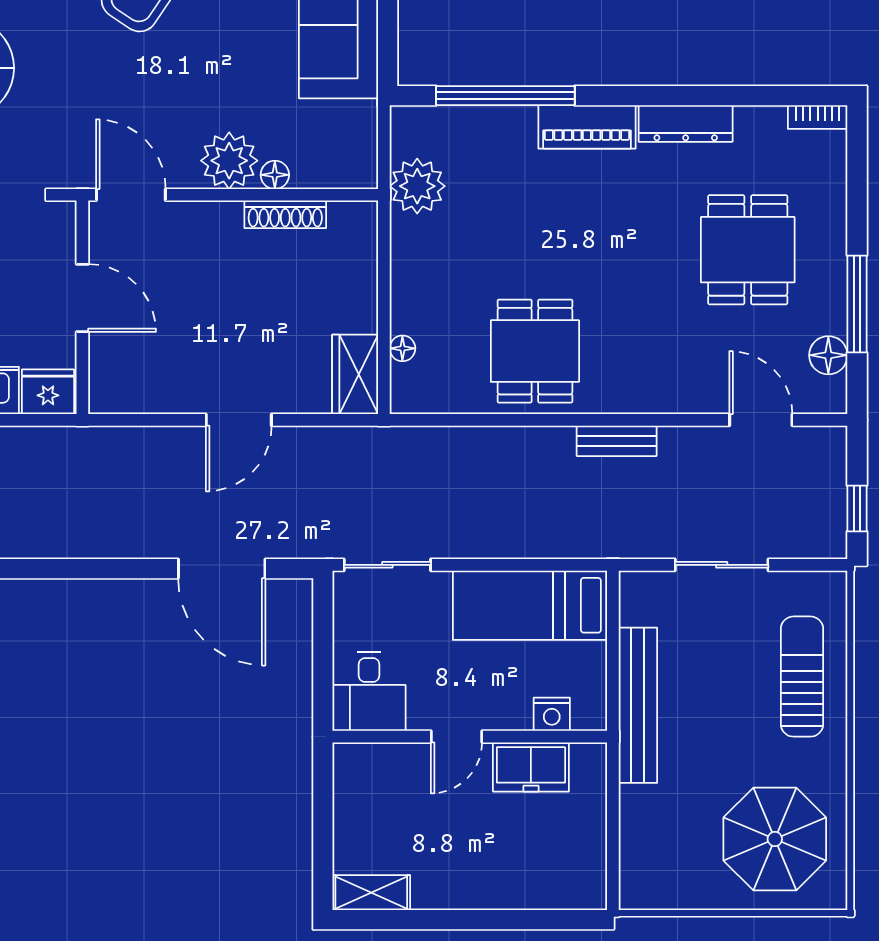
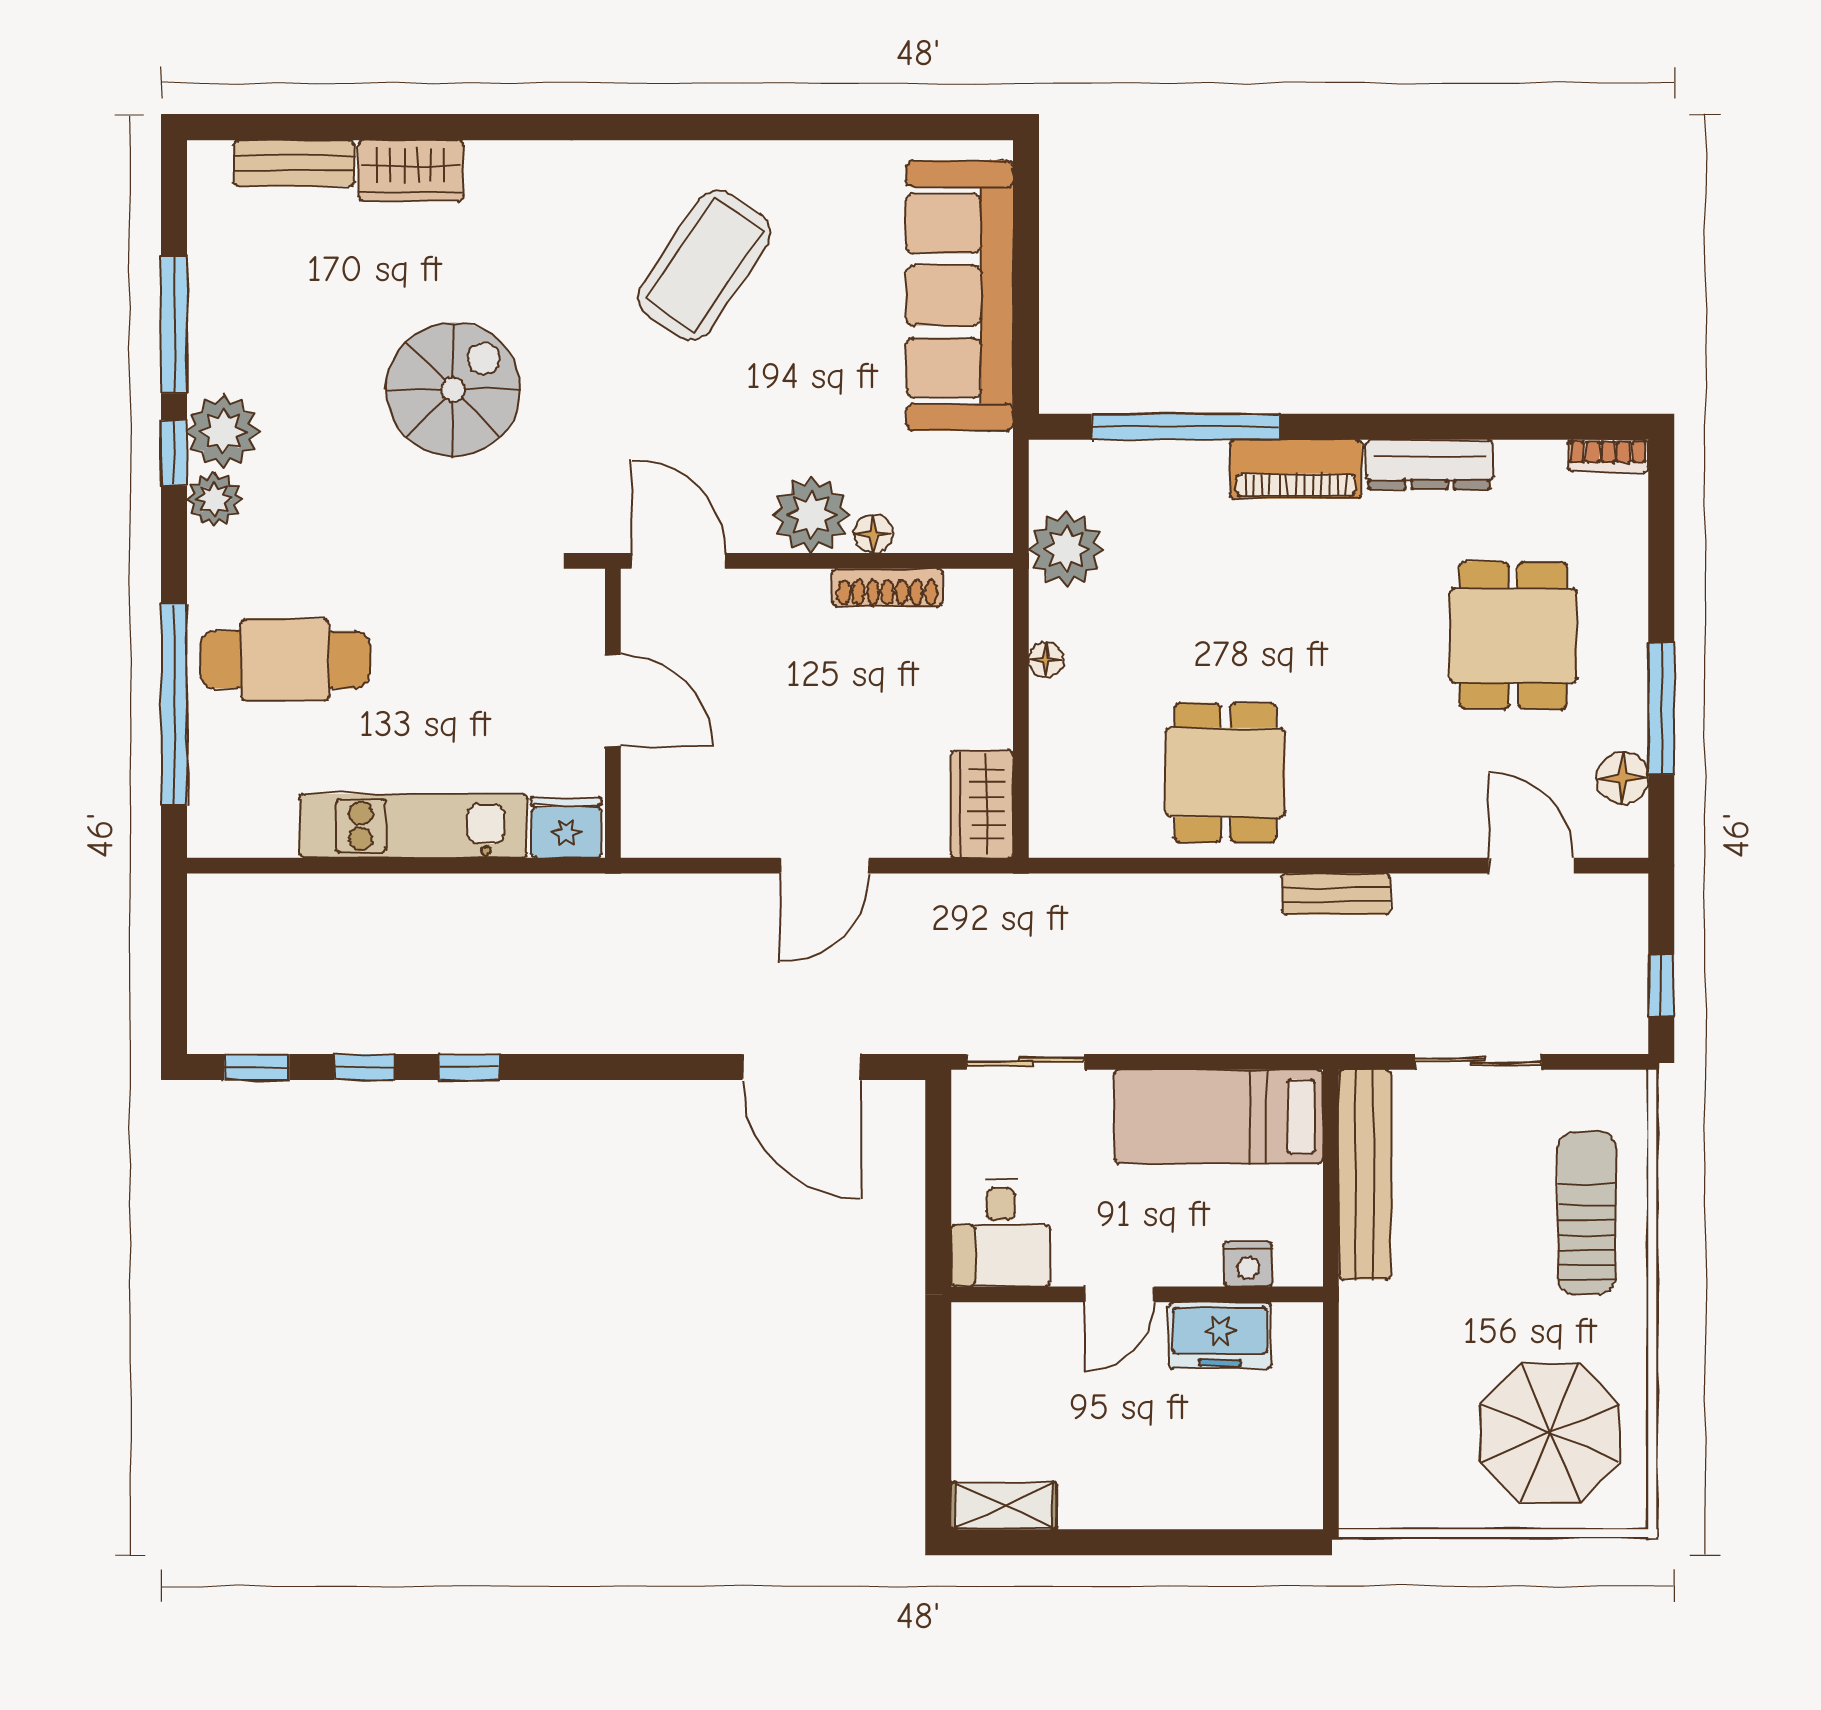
floor lamp: (402, 348) -> (1046, 660), moved
bench: (638, 705) -> (1365, 1175), moved

